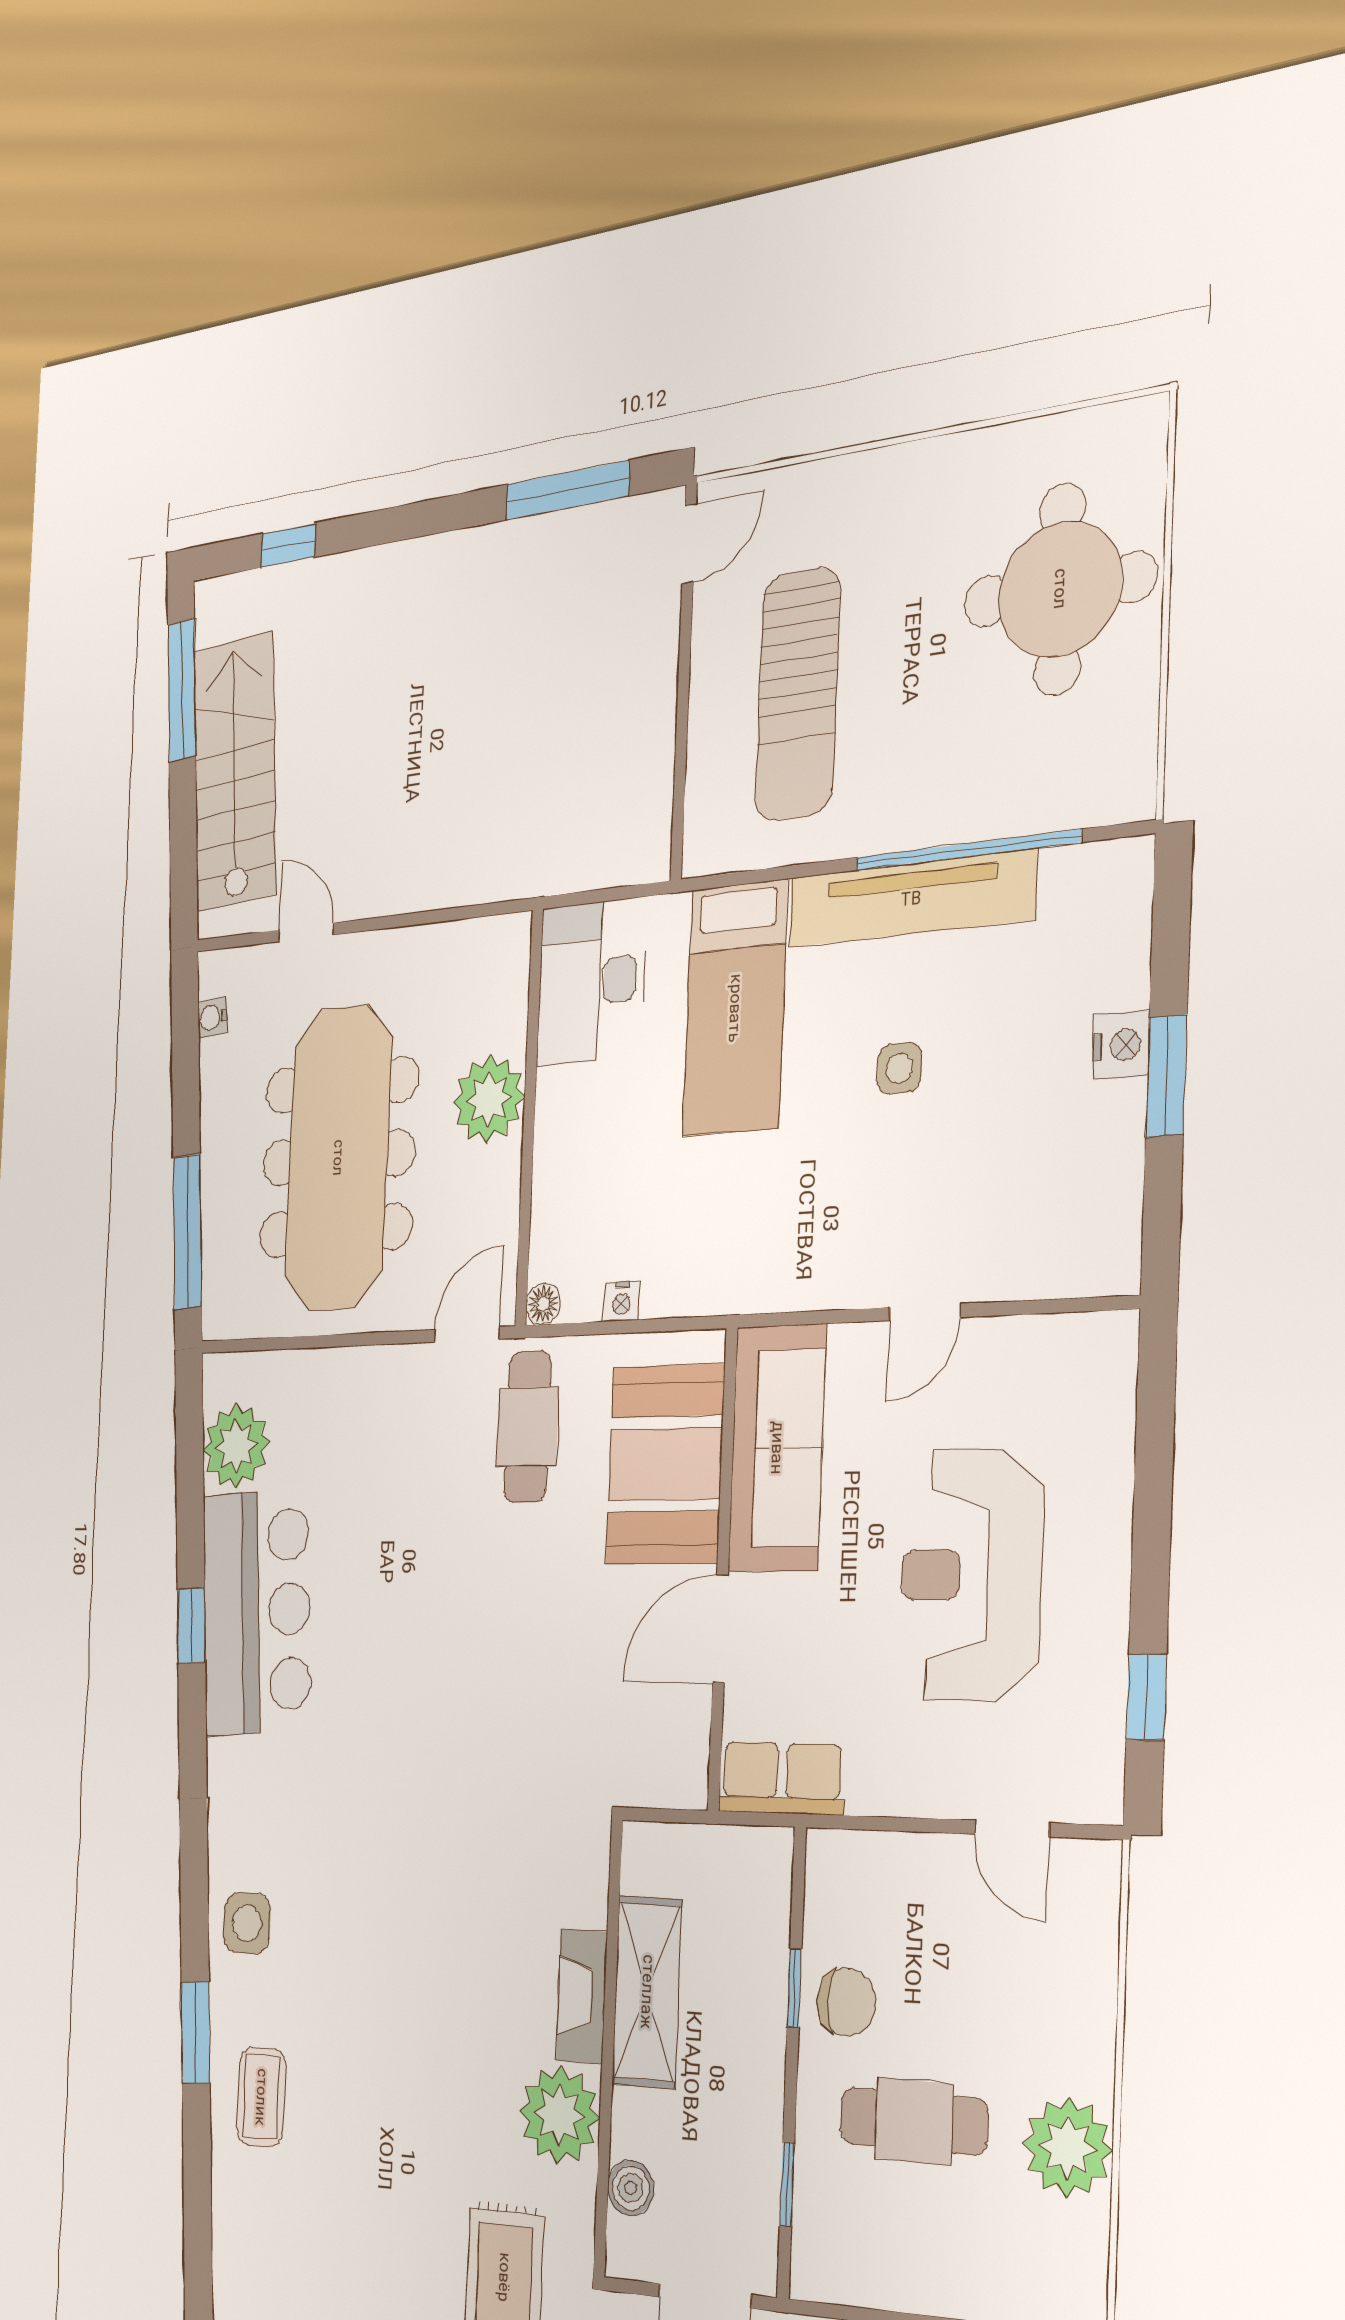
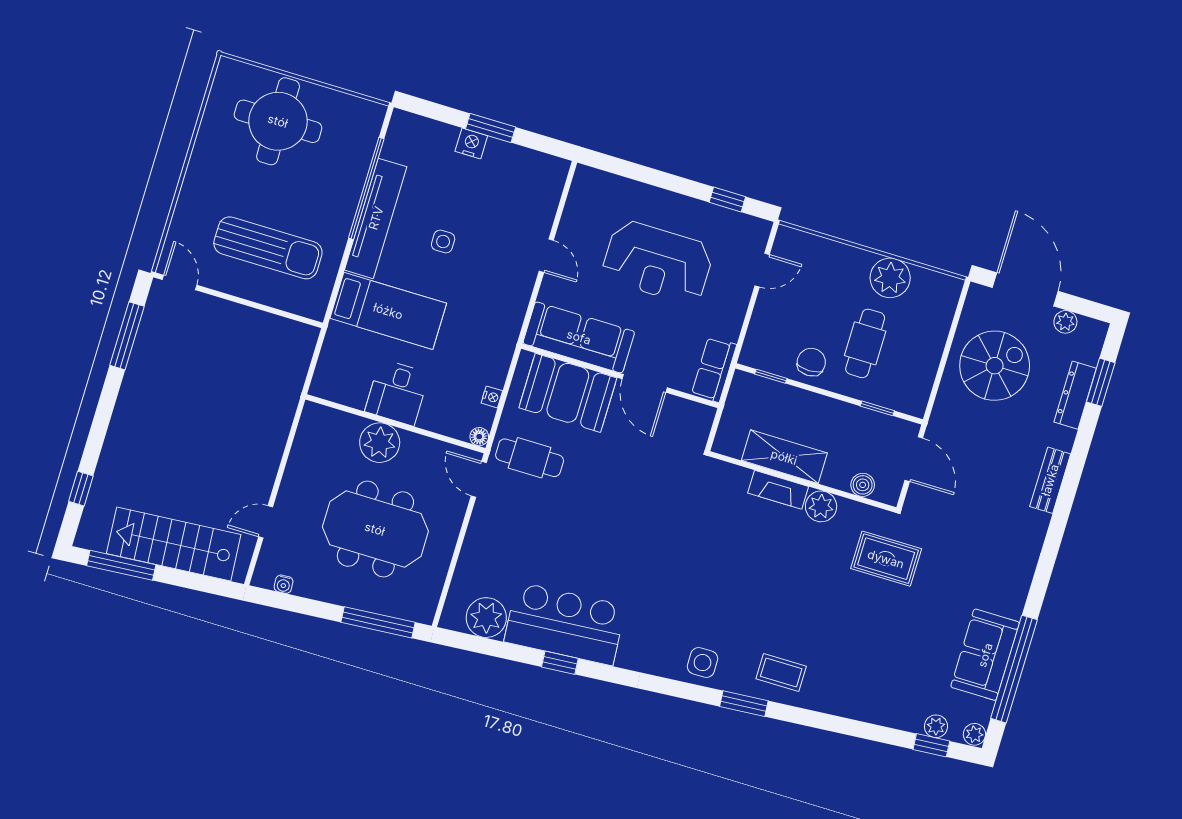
desk: (591, 982) -> (397, 392), moved, width x0.73
meeting table: (338, 1158) -> (375, 529), width x0.73
window: (794, 1988) -> (771, 376), moved
plant: (559, 2115) -> (821, 506), width x0.73, depth x0.73

